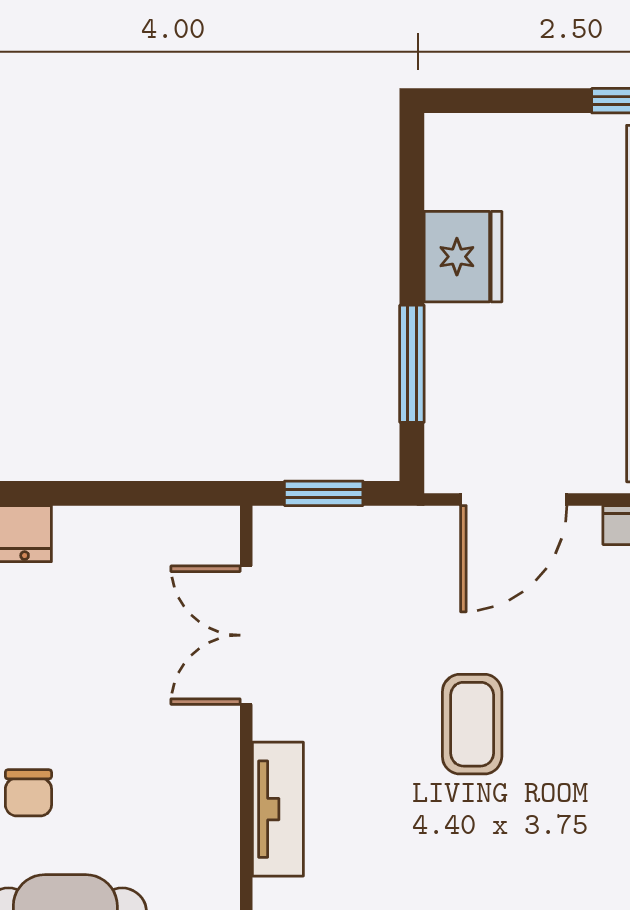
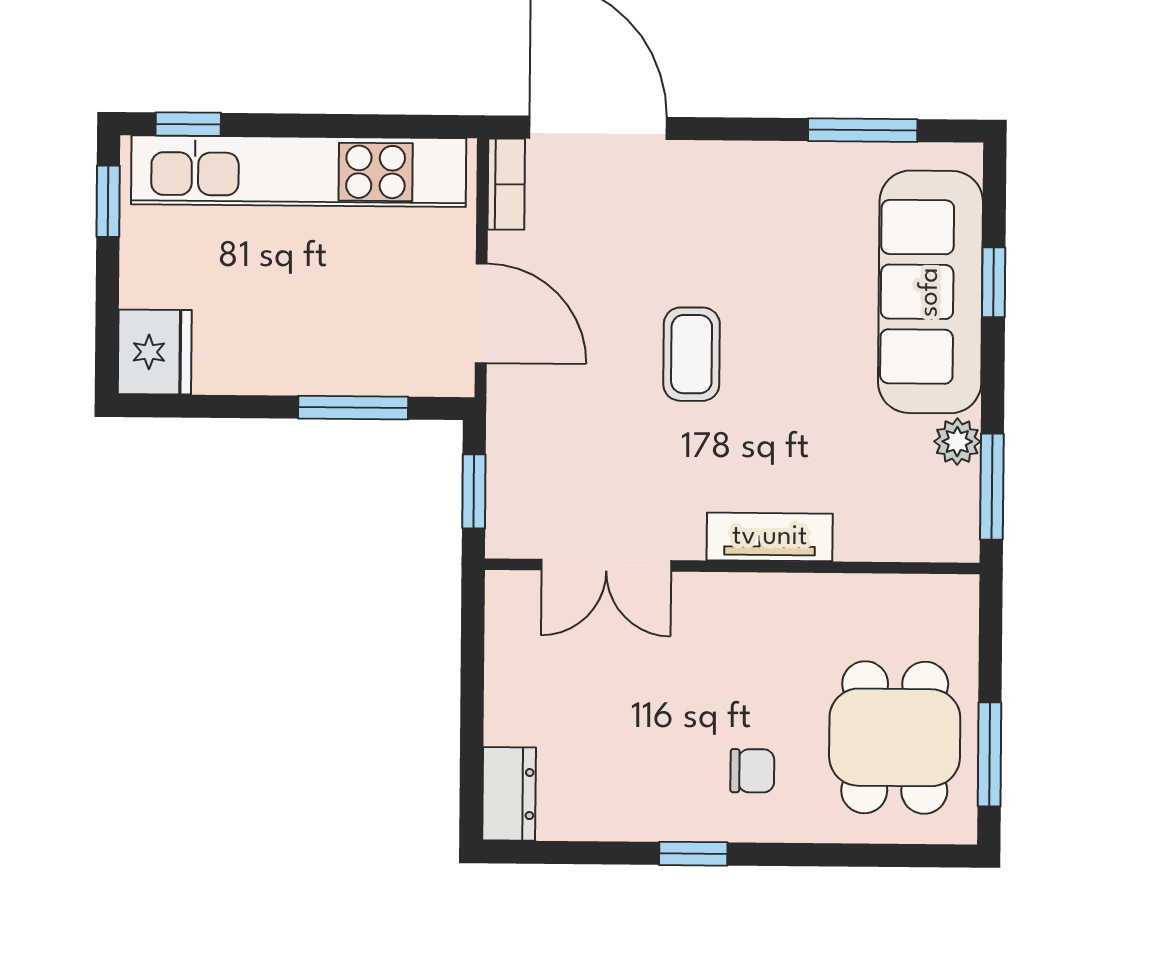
fridge: (463, 257) -> (155, 352), moved, turned 90
coffee table: (472, 724) -> (692, 354), turned 90

